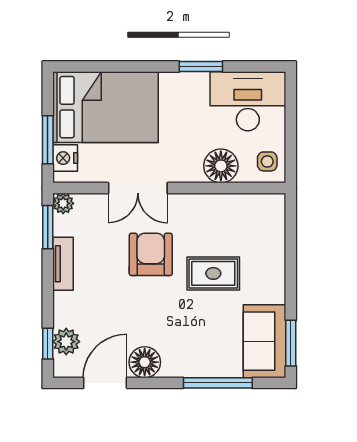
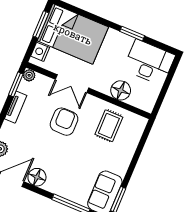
window: (48, 140) -> (41, 25), moved
side table: (267, 161) -> (146, 98), removed
rug: (213, 273) -> (109, 126), moved, turned 90

